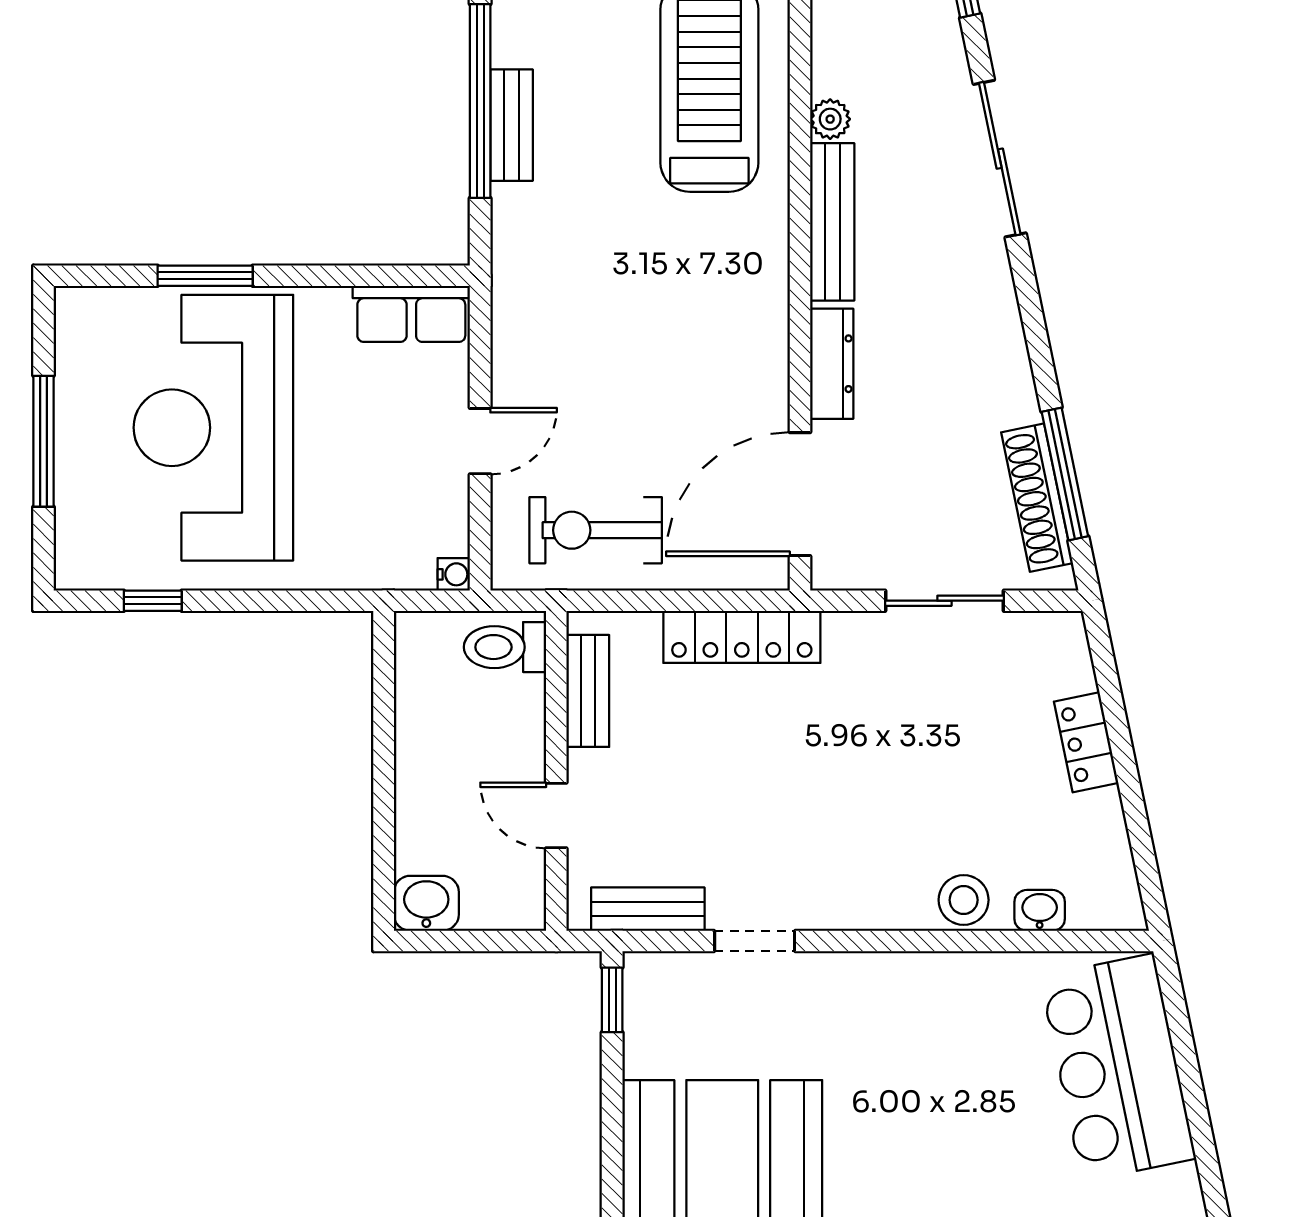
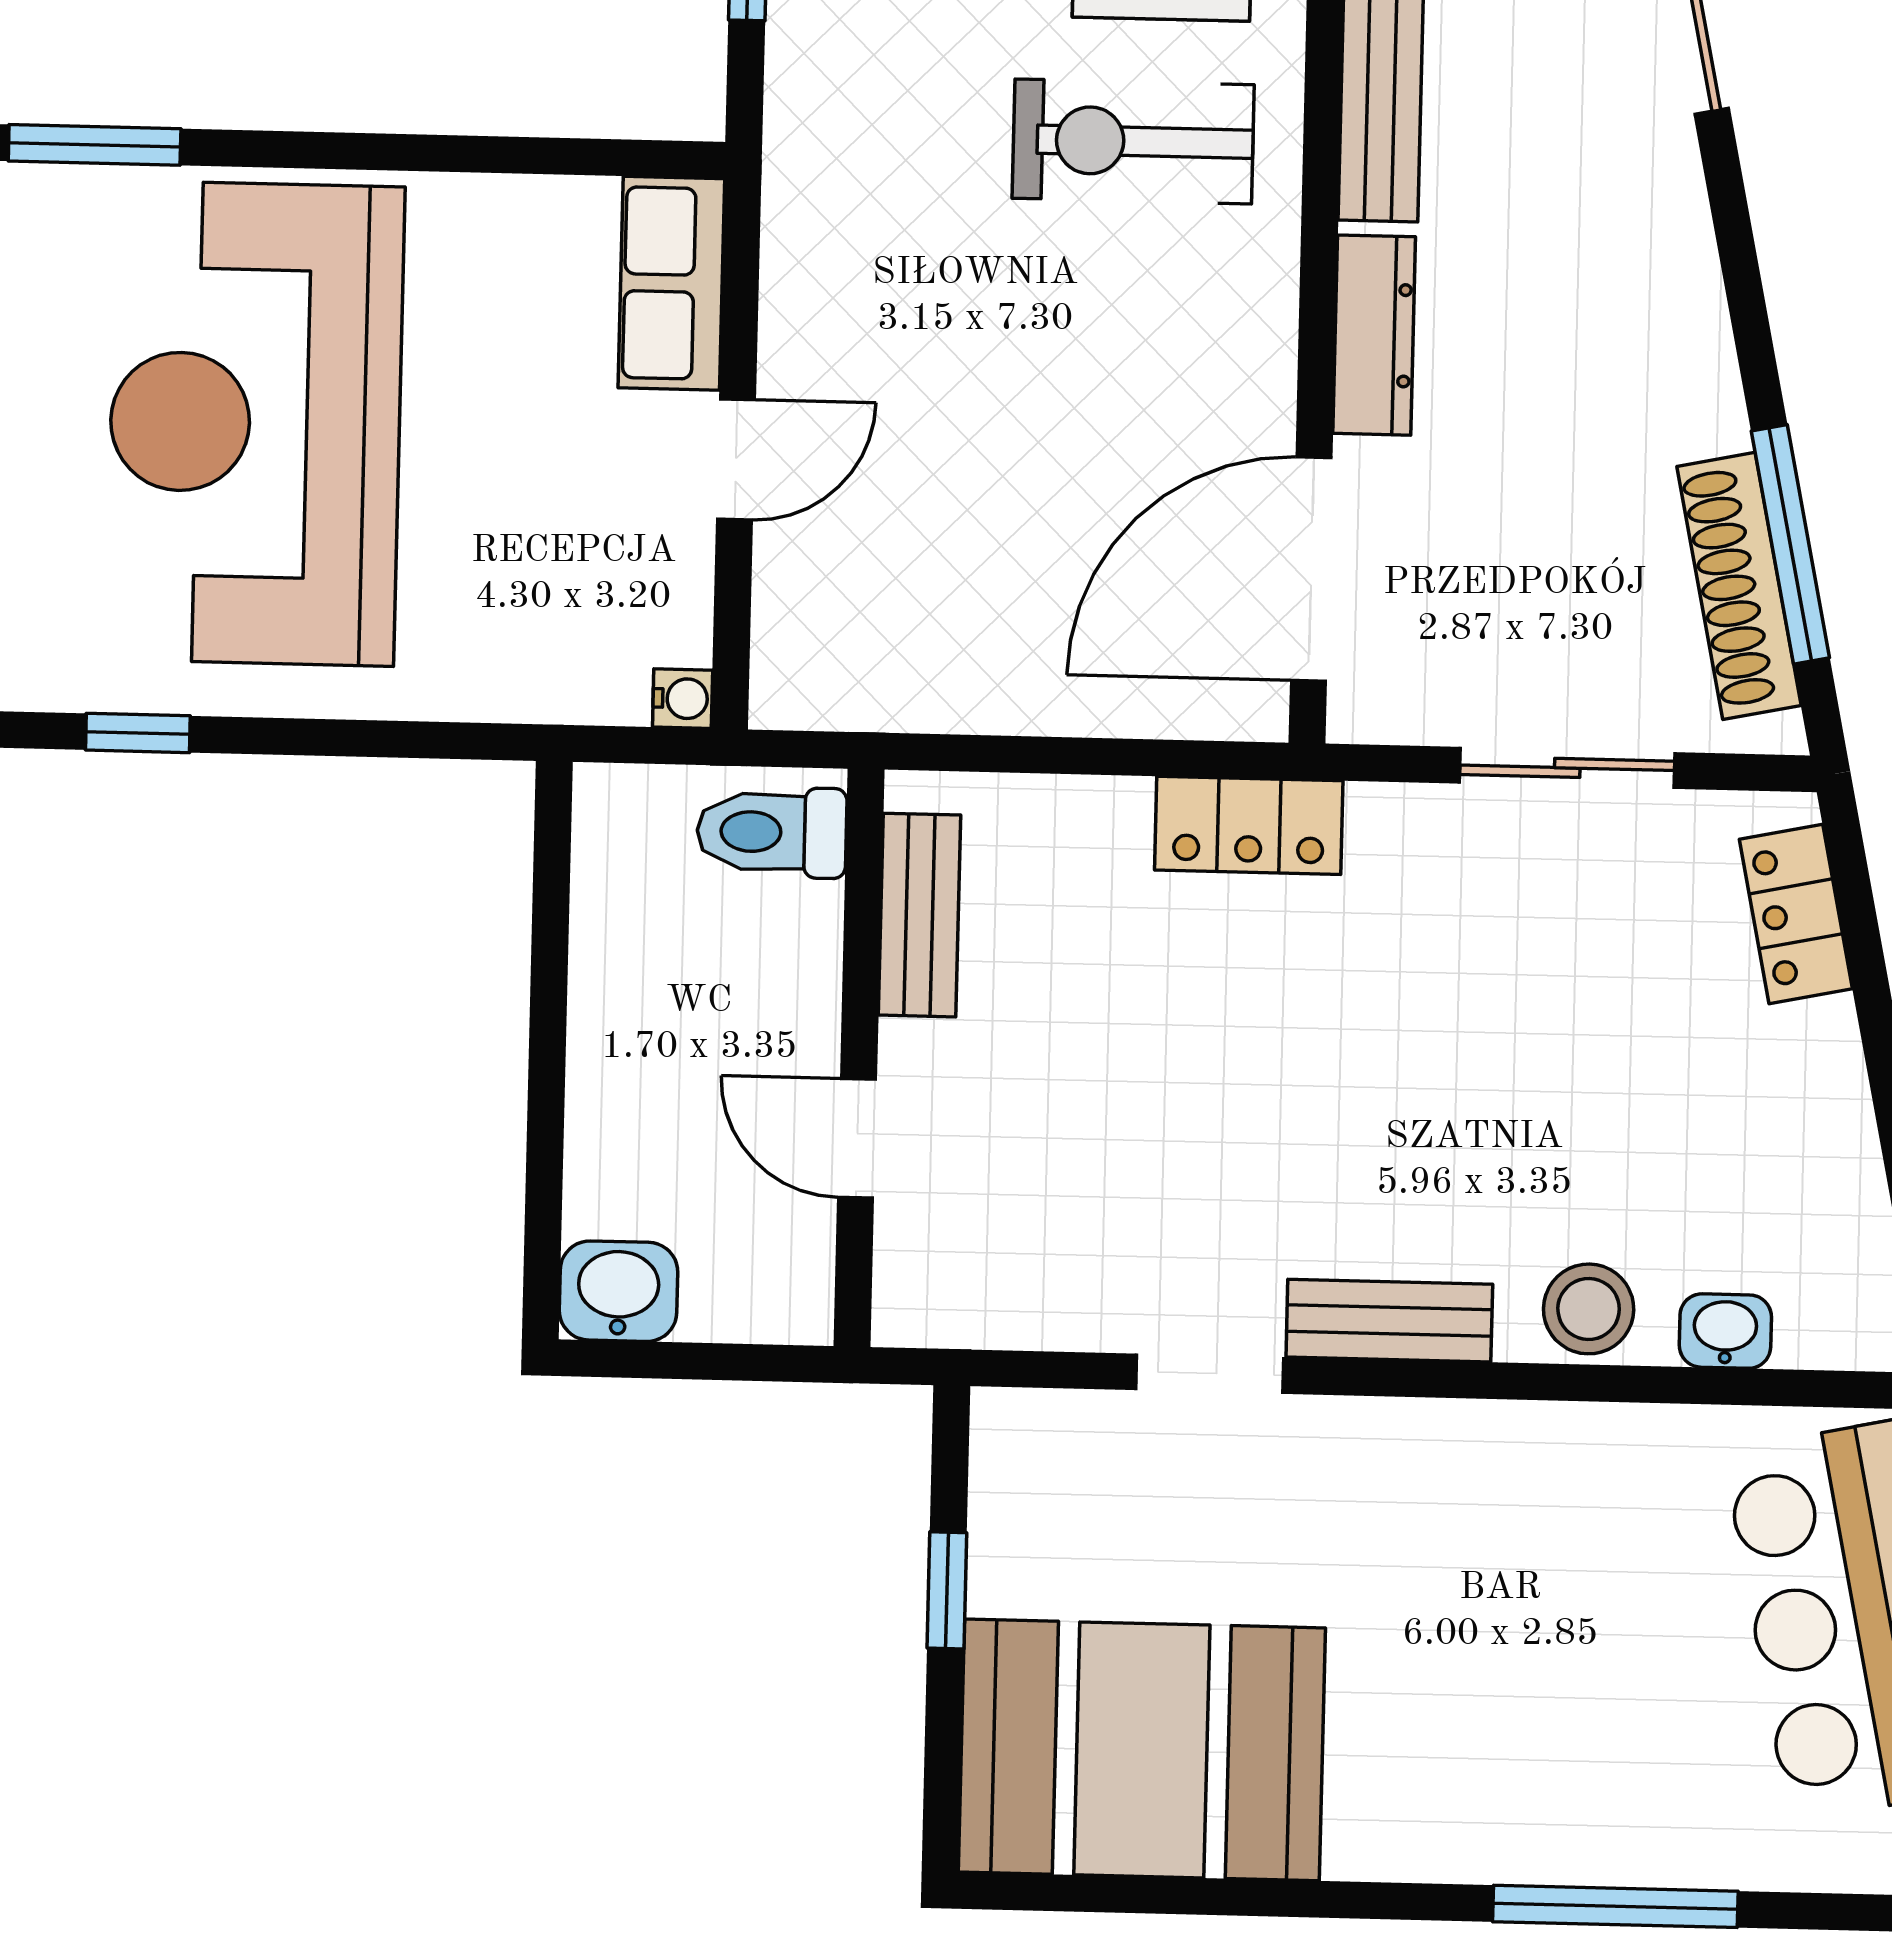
window: (205, 276) -> (95, 145), moved
row of seats: (411, 314) -> (671, 283), moved, turned 90
exercise bike: (596, 530) -> (1133, 141), moved
locker: (742, 637) -> (1249, 825), width x0.66
locker: (1086, 742) -> (1796, 914), moved
bench: (648, 909) -> (1389, 1321), moved
window: (612, 1000) -> (947, 1590), moved

